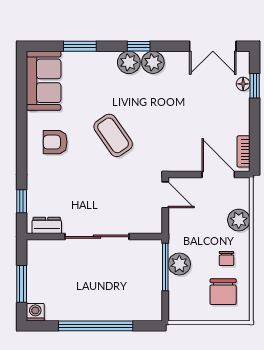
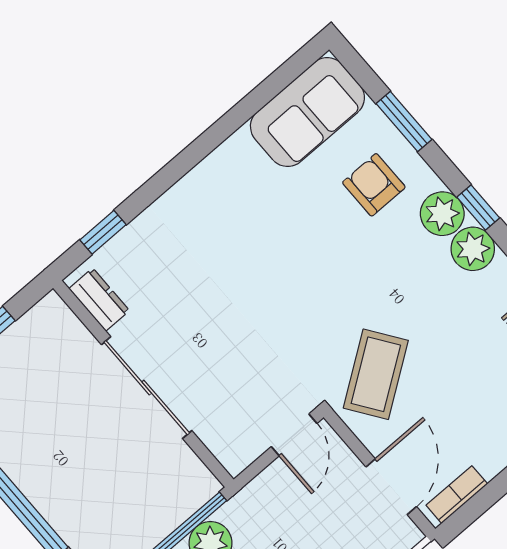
coffee table: (113, 135) -> (376, 374), moved
armchair: (55, 142) -> (374, 185), moved

